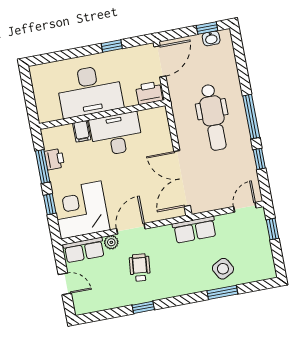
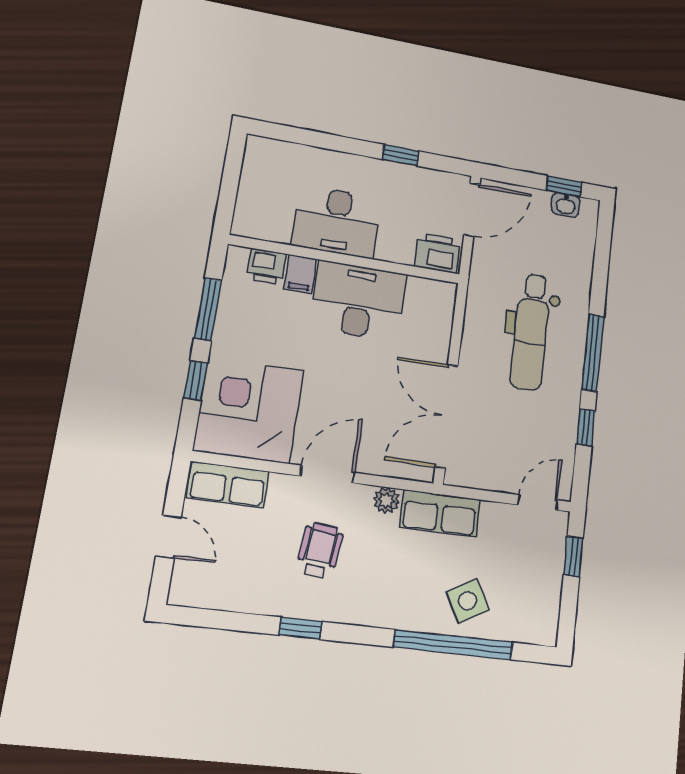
desk: (90, 91) -> (337, 222), width x0.73, depth x0.77
printer: (54, 159) -> (267, 266), moved, turned 90
plant: (111, 242) -> (387, 500), moved
window: (222, 292) -> (453, 645), width x2.11

